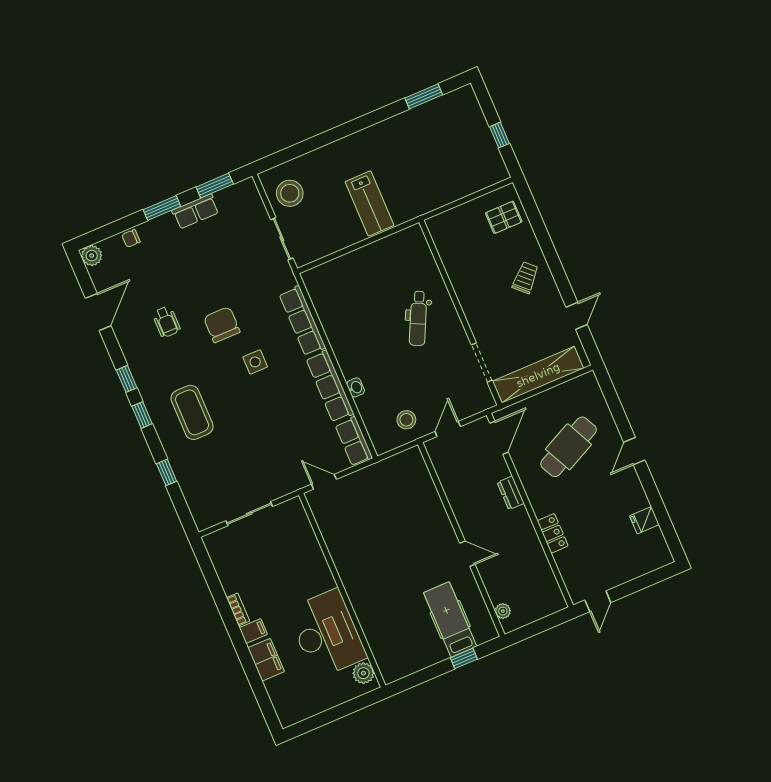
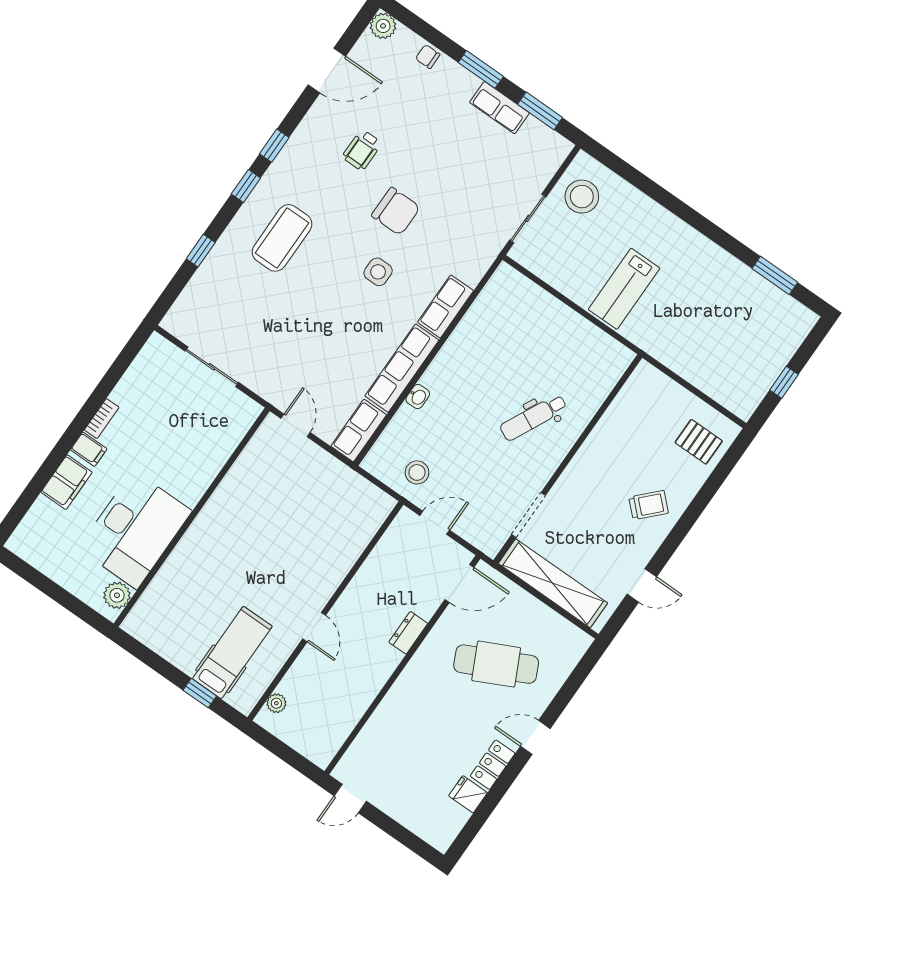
row of seats: (302, 321) -> (446, 306), width x0.68
chair: (222, 325) -> (396, 211), turned 90
locker: (553, 533) -> (493, 765), moved, turned 180

